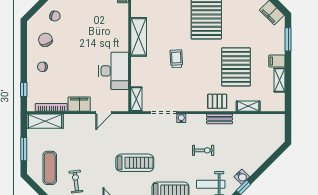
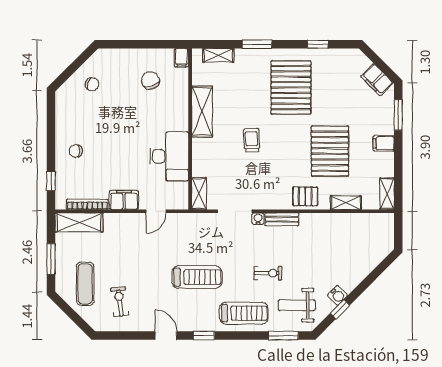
chair: (45, 40) -> (150, 80), moved
shelving: (280, 80) -> (387, 194), moved
bench: (219, 119) -> (282, 219), moved
exercise bike: (203, 150) -> (268, 273), moved

